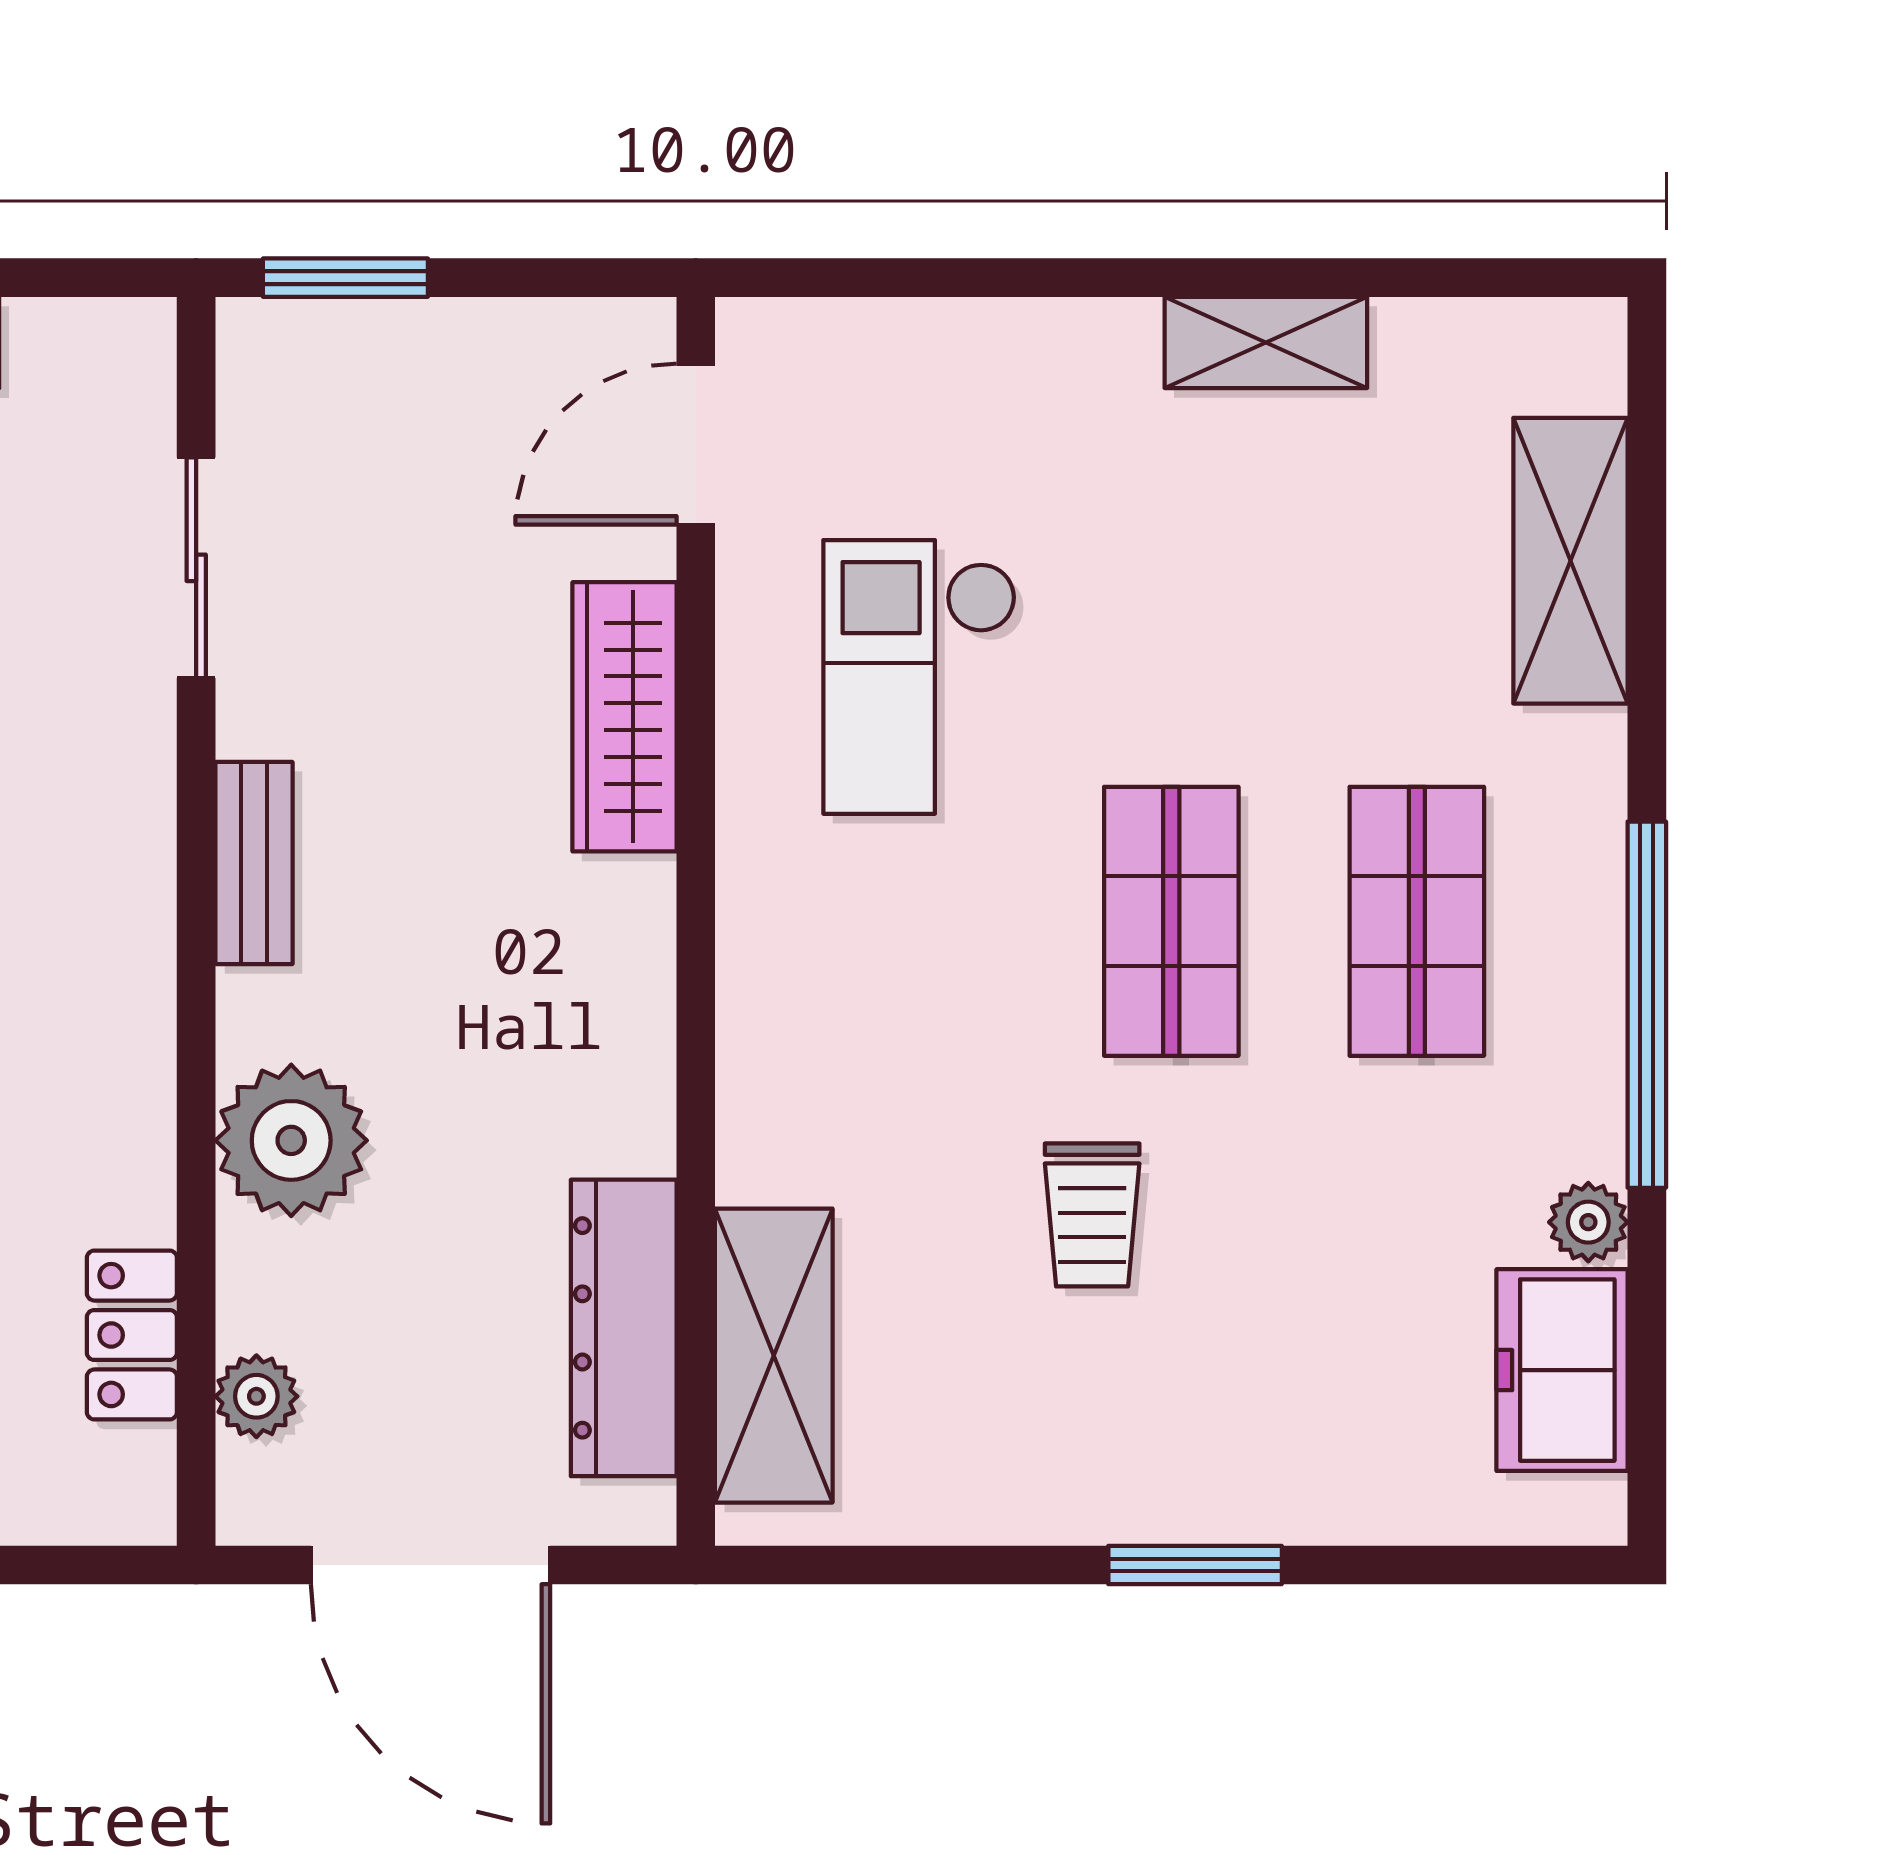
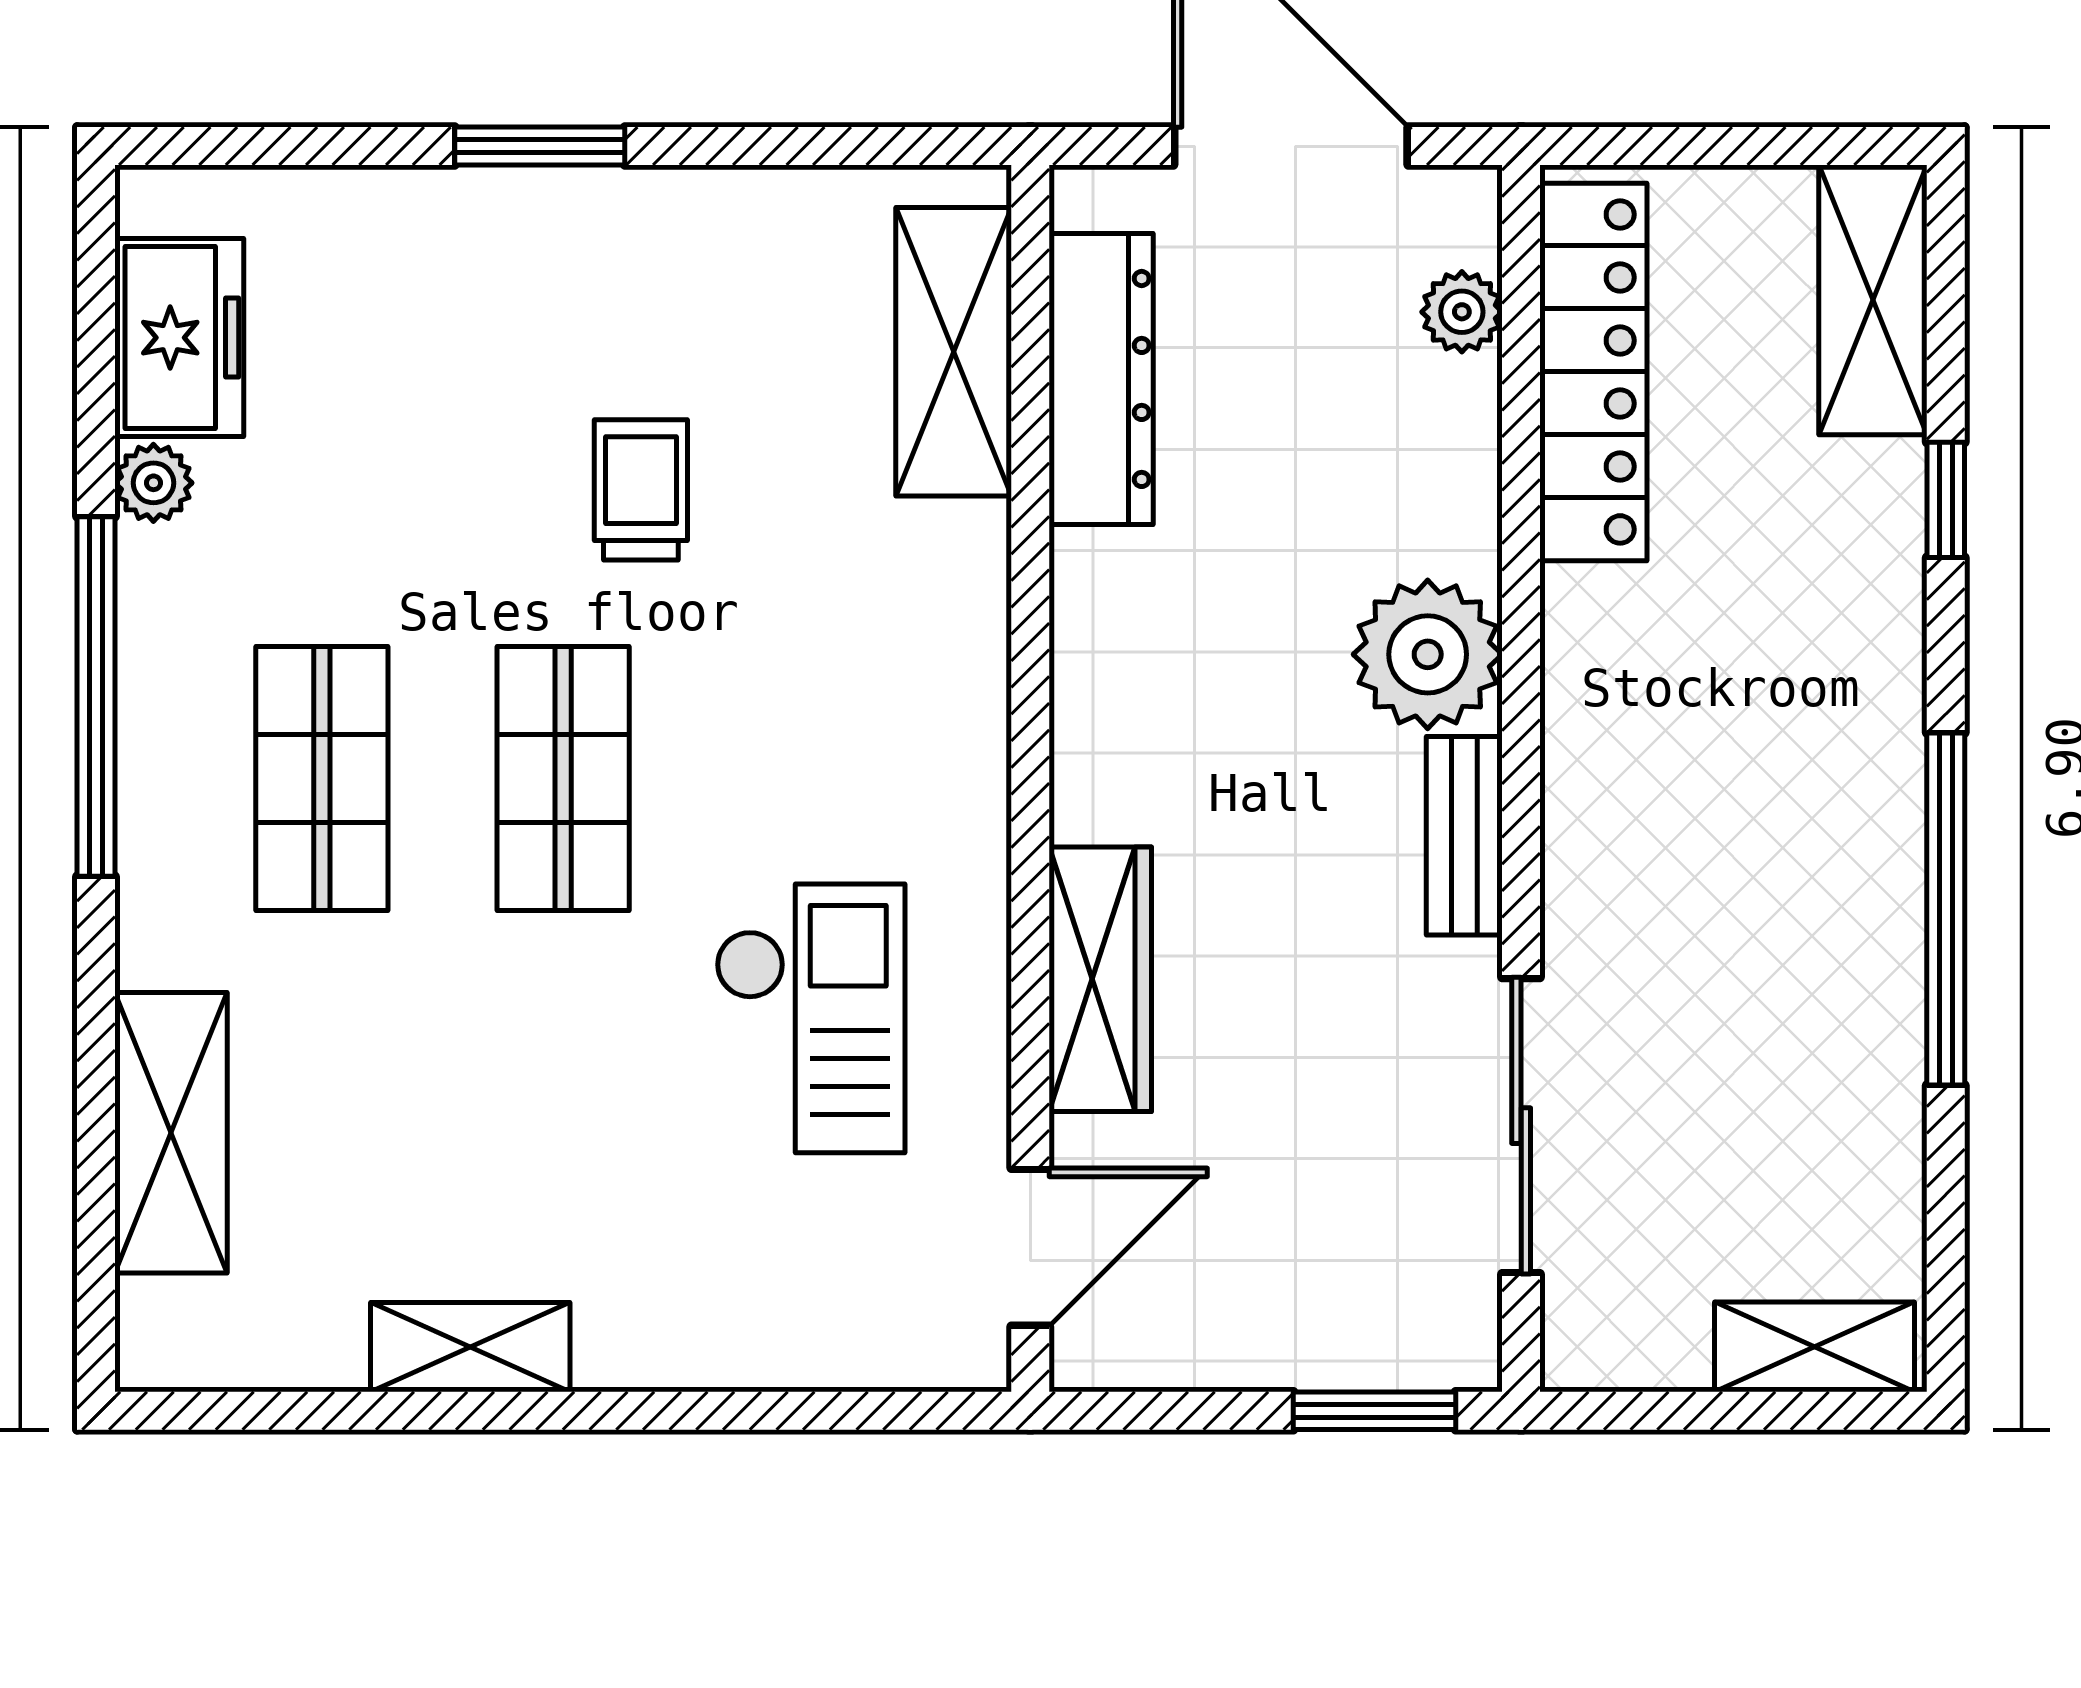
sliding door: (196, 568) -> (1521, 1126), width x1.37
plant: (291, 1140) -> (1428, 654), moved
locker: (132, 1335) -> (1593, 372), width x2.16, depth x1.21

